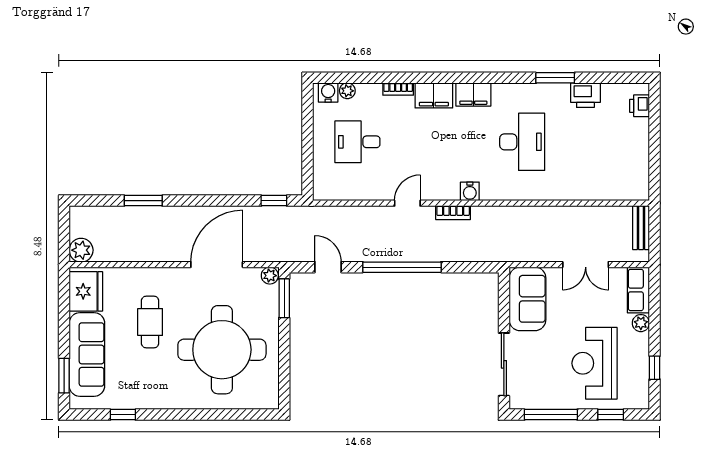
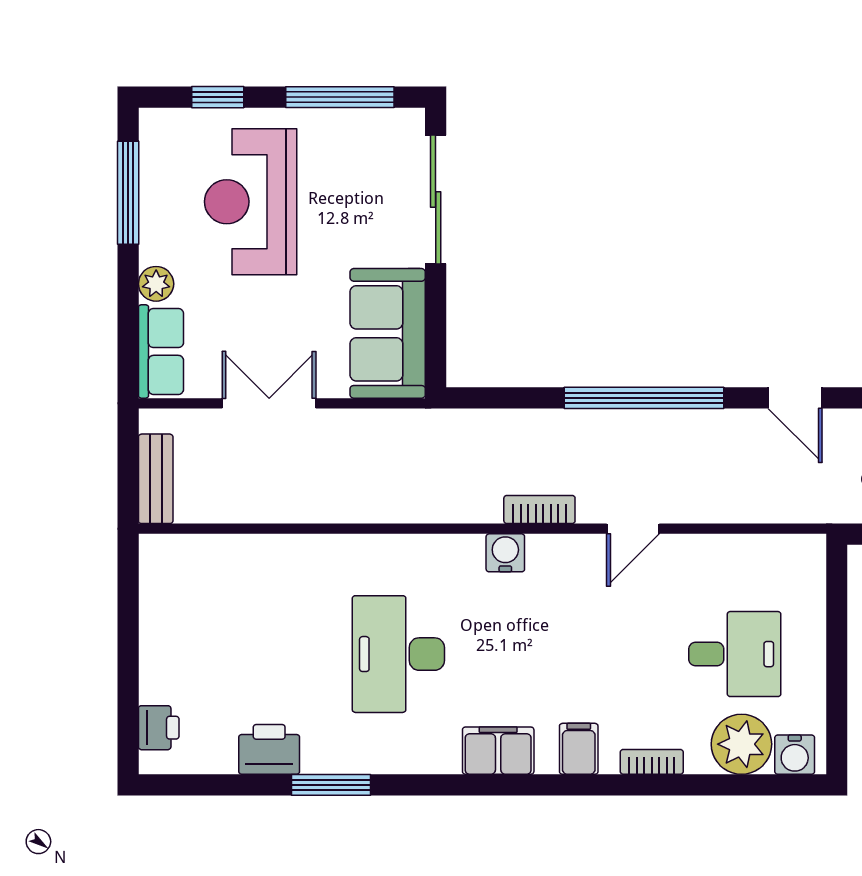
plant: (347, 91) -> (741, 744), width x1.88, depth x1.88
filing cabinet: (434, 95) -> (579, 749), width x0.50
reception desk: (595, 363) -> (251, 202), turned 180
window: (655, 368) -> (128, 193), width x2.17

